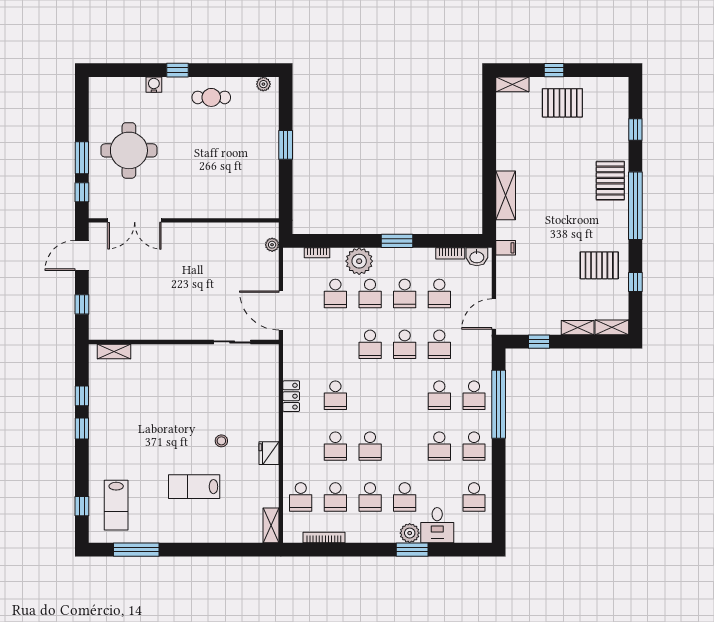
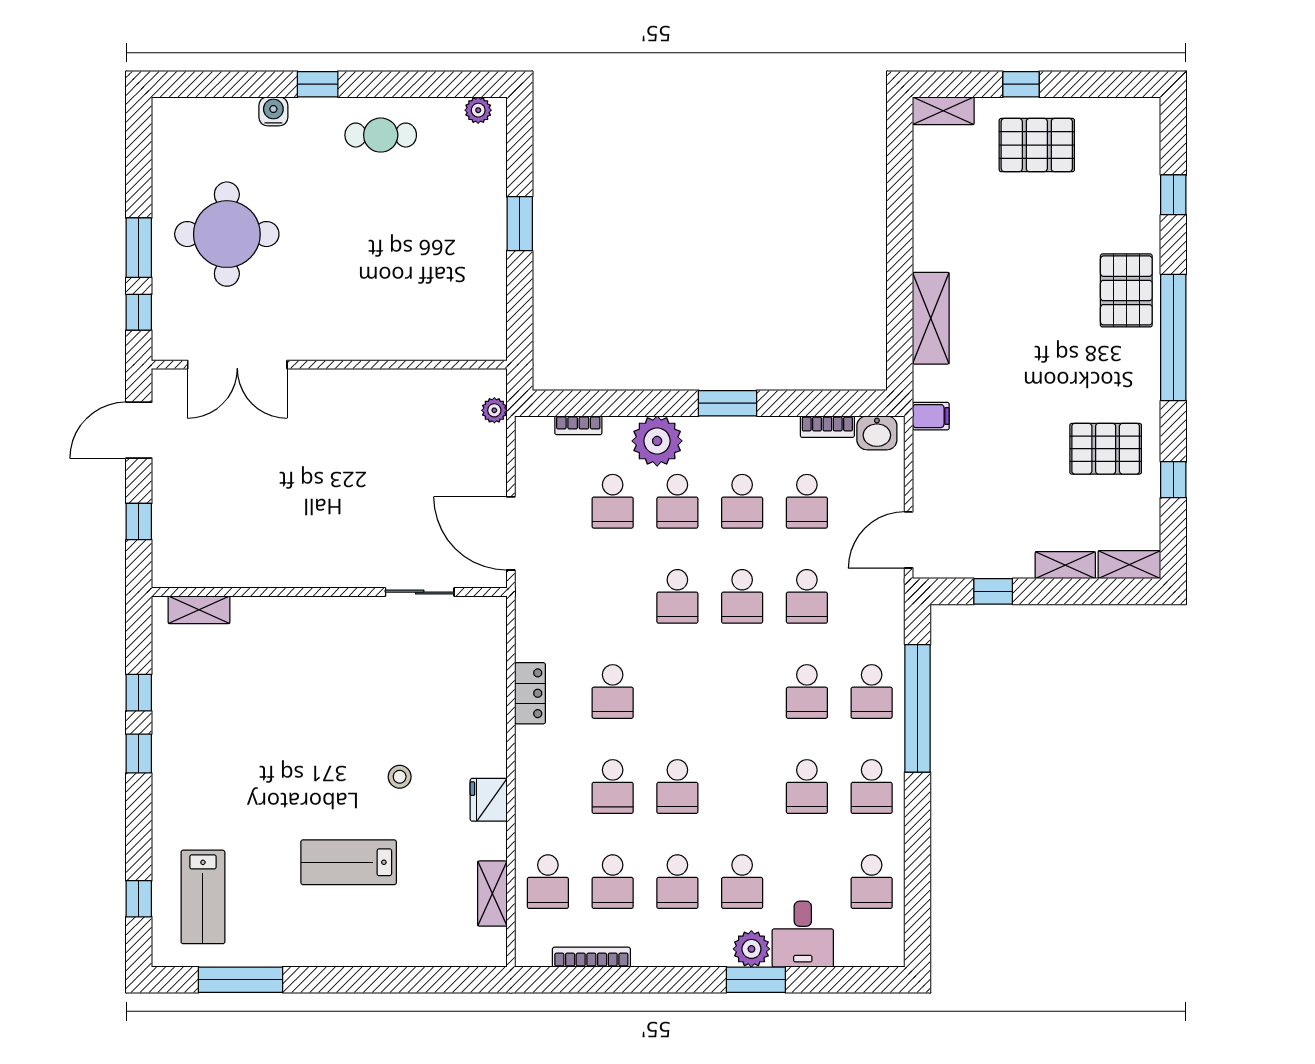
shelving: (271, 525) -> (492, 894), moved

